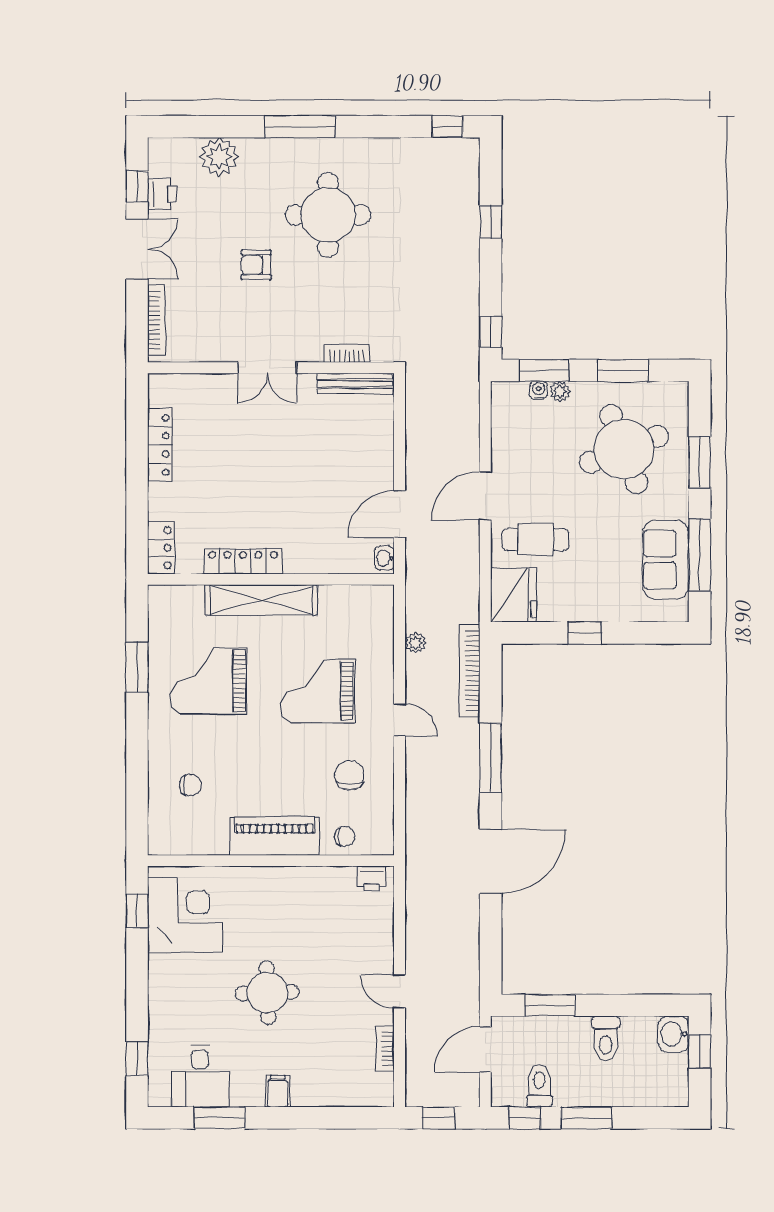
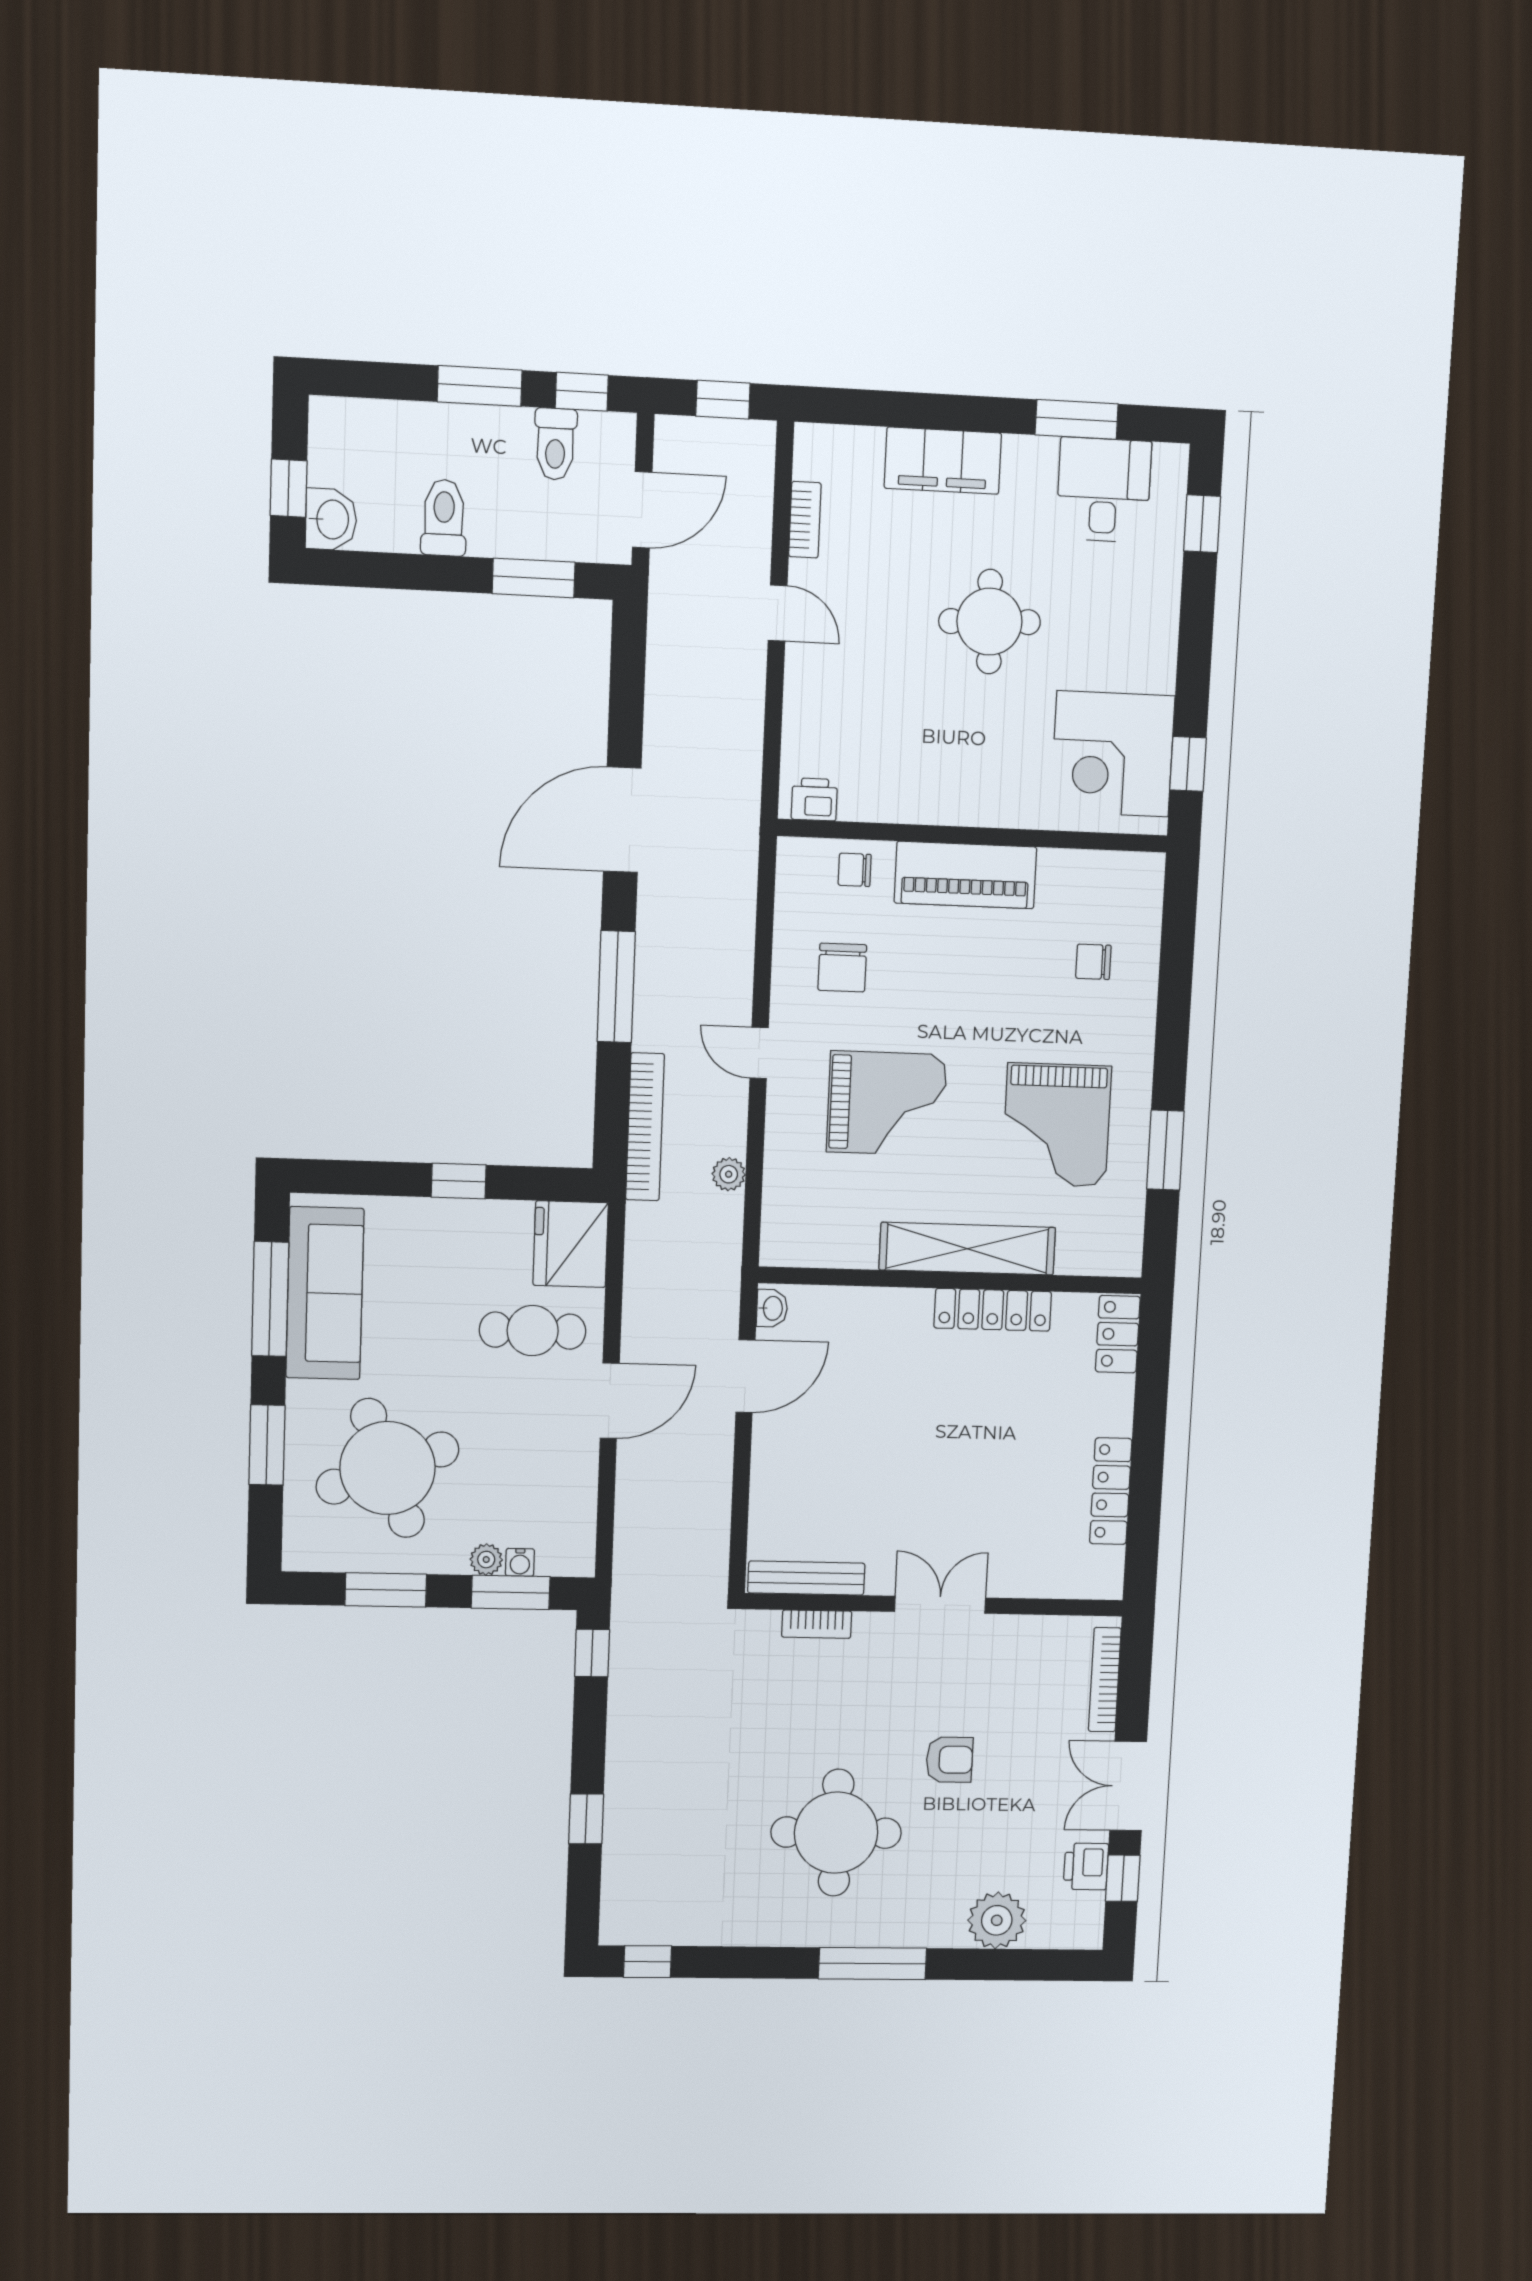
sofa: (666, 560) -> (325, 1293), width x1.36
grand piano: (208, 681) -> (1057, 1125), turned 90
filing cabinet: (278, 1091) -> (943, 461), width x3.00, depth x1.17

